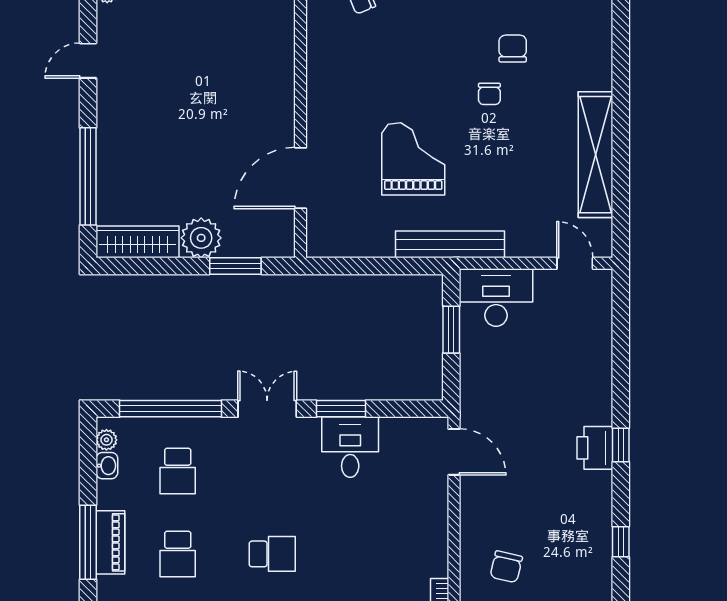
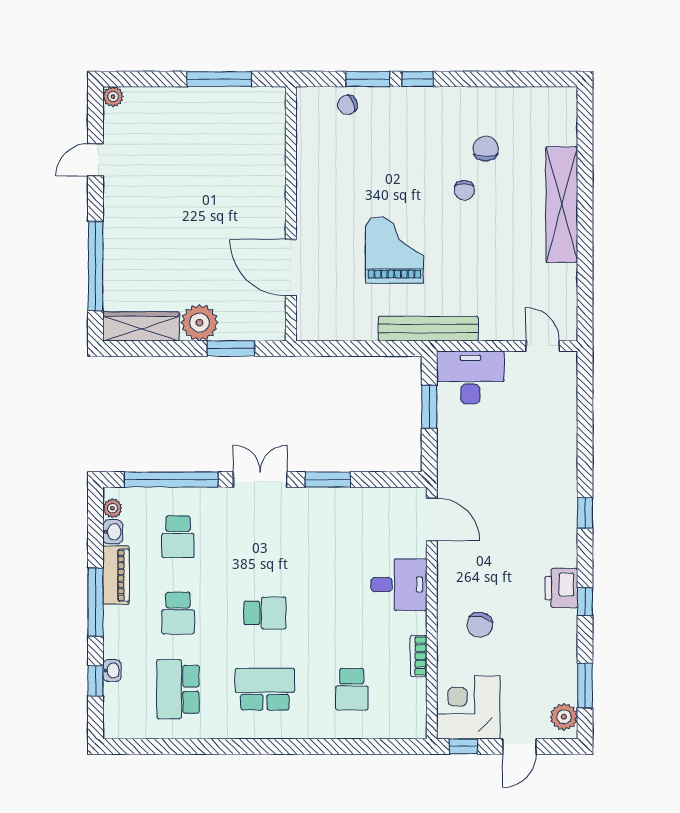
shelving: (595, 155) -> (562, 205), moved
door: (301, 178) -> (291, 268), hinge flipped
desk: (350, 447) -> (399, 585), moved, turned 90
printer: (595, 448) -> (561, 588), moved
piano: (110, 542) -> (116, 575), moved

